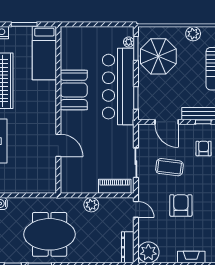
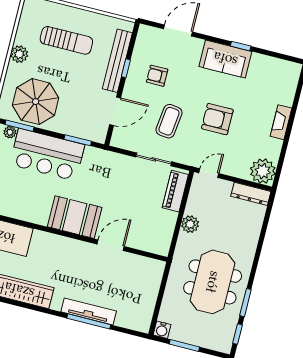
bar counter: (118, 87) -> (47, 155), width x0.73
booth: (74, 90) -> (75, 217), moved

